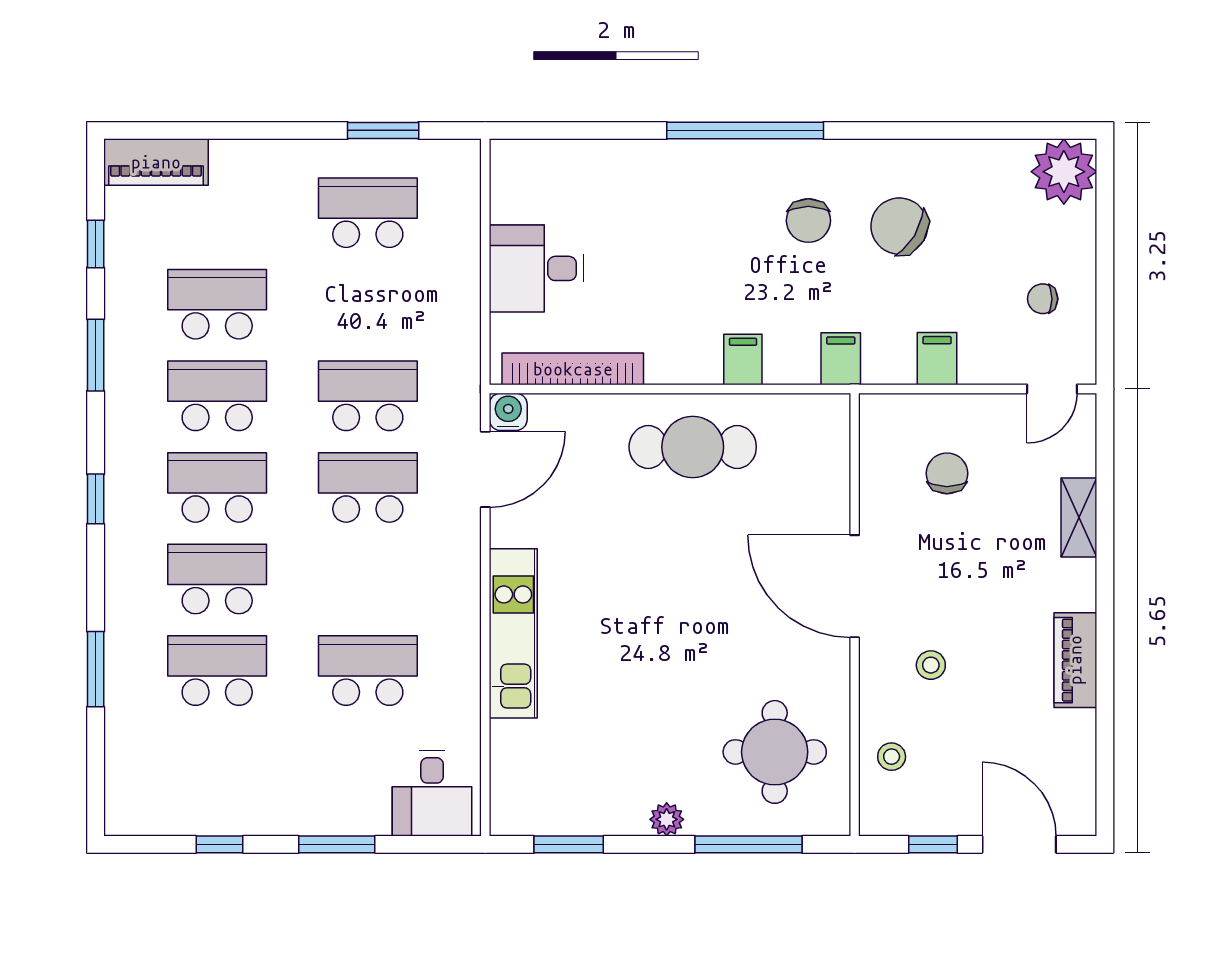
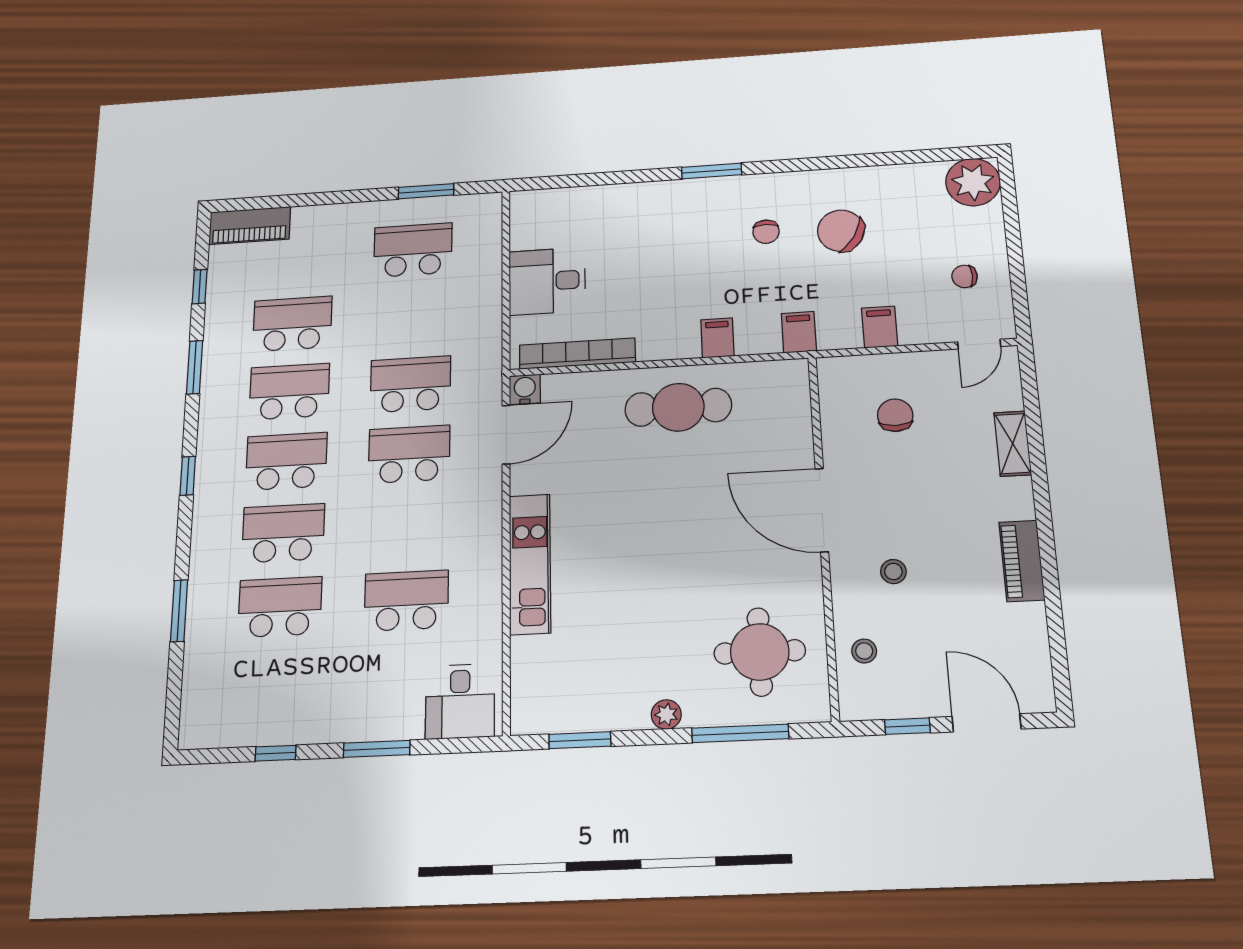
window: (745, 130) -> (712, 171), width x0.47
chair: (808, 221) -> (766, 232), width x0.73, depth x0.73

